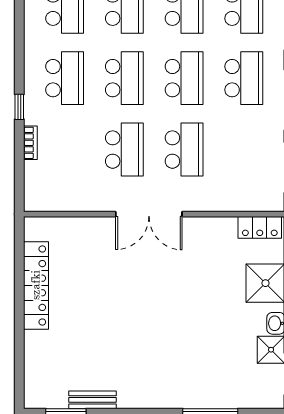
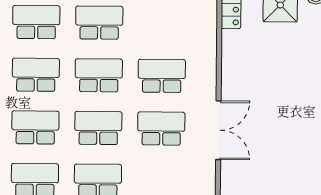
double door: (149, 214) -> (218, 130), moved

